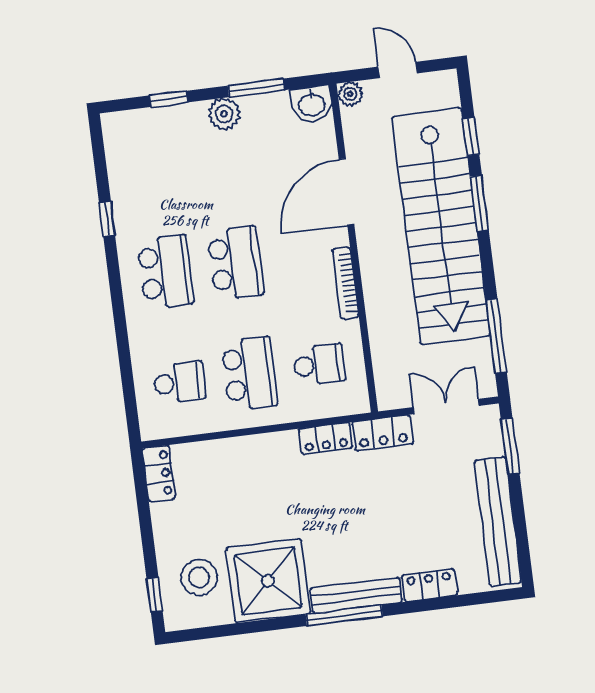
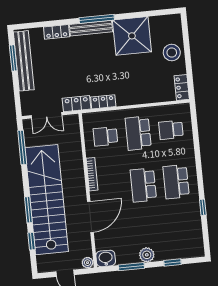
window: (510, 446) -> (13, 58), moved
stool: (199, 577) -> (172, 53), moved
window: (155, 595) -> (185, 31), removed

